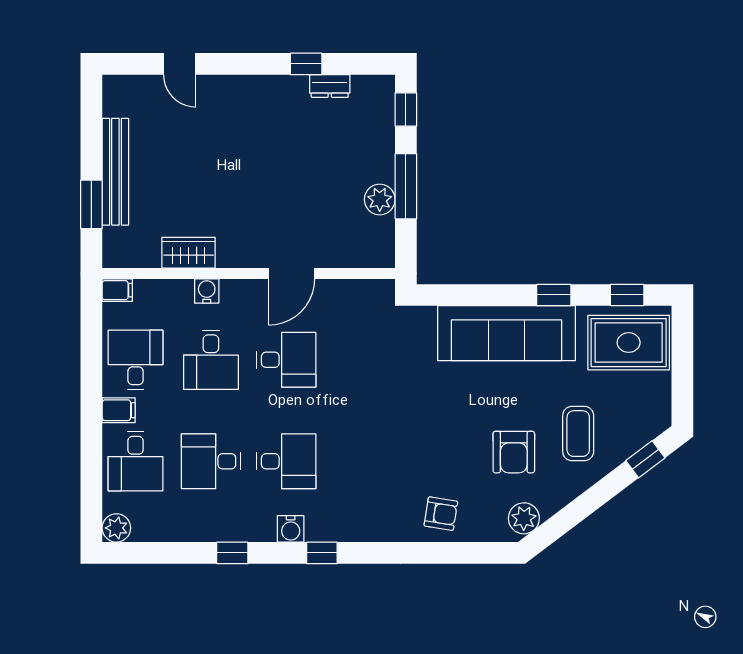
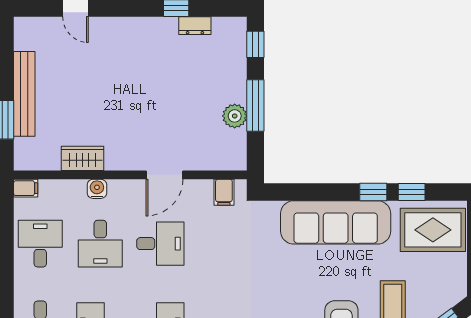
window: (627, 295) -> (412, 192), moved
filing cabinet: (119, 410) -> (224, 192), moved, turned 90

